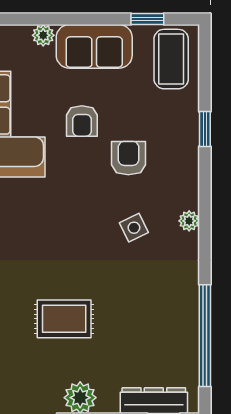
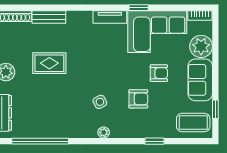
plant: (43, 35) -> (201, 46), width x1.87, depth x1.87
armchair: (82, 121) -> (159, 73), turned 180
rug: (64, 319) -> (49, 63), turned 90

